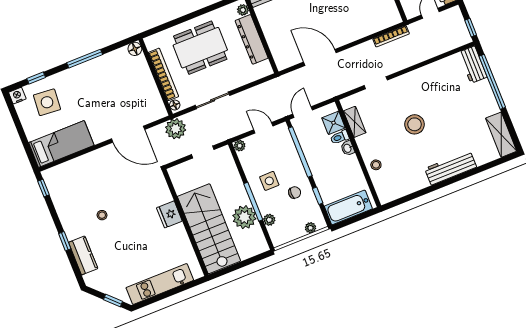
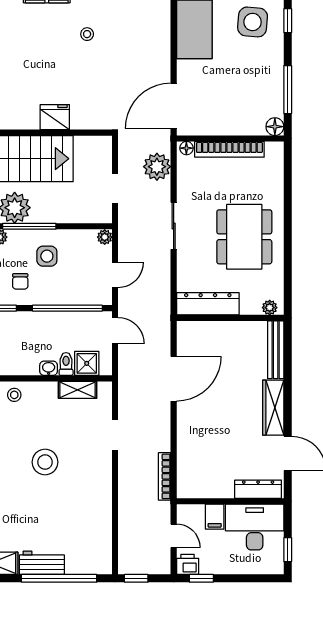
dresser: (252, 39) -> (208, 304), moved
floor lamp: (135, 49) -> (275, 127), moved
workbench: (473, 65) -> (42, 563), moved
bookcase: (163, 74) -> (229, 149), moved
wall: (156, 77) -> (230, 138), moved
floor lamp: (175, 105) -> (186, 148), moved

